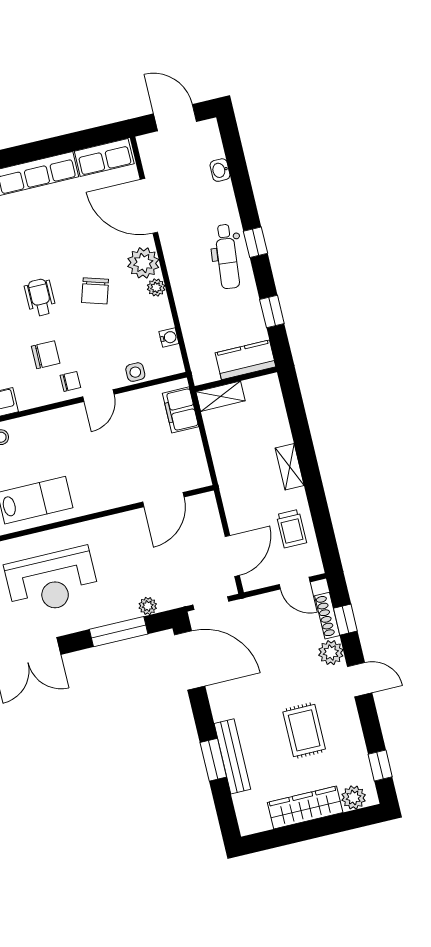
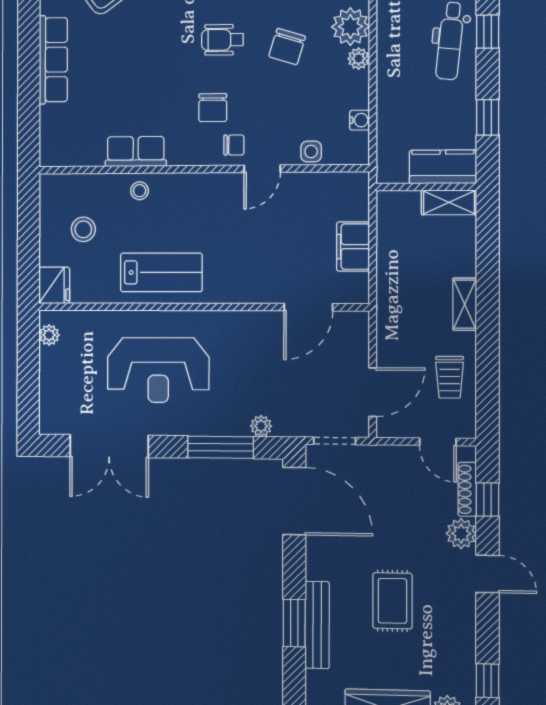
wheelchair: (40, 297) -> (222, 40), turned -90
chair: (46, 355) -> (213, 108), turned 90
shelving: (220, 396) -> (449, 202), moved
filing cabinet: (181, 410) -> (353, 247), moved
rug: (304, 730) -> (392, 601), moved

